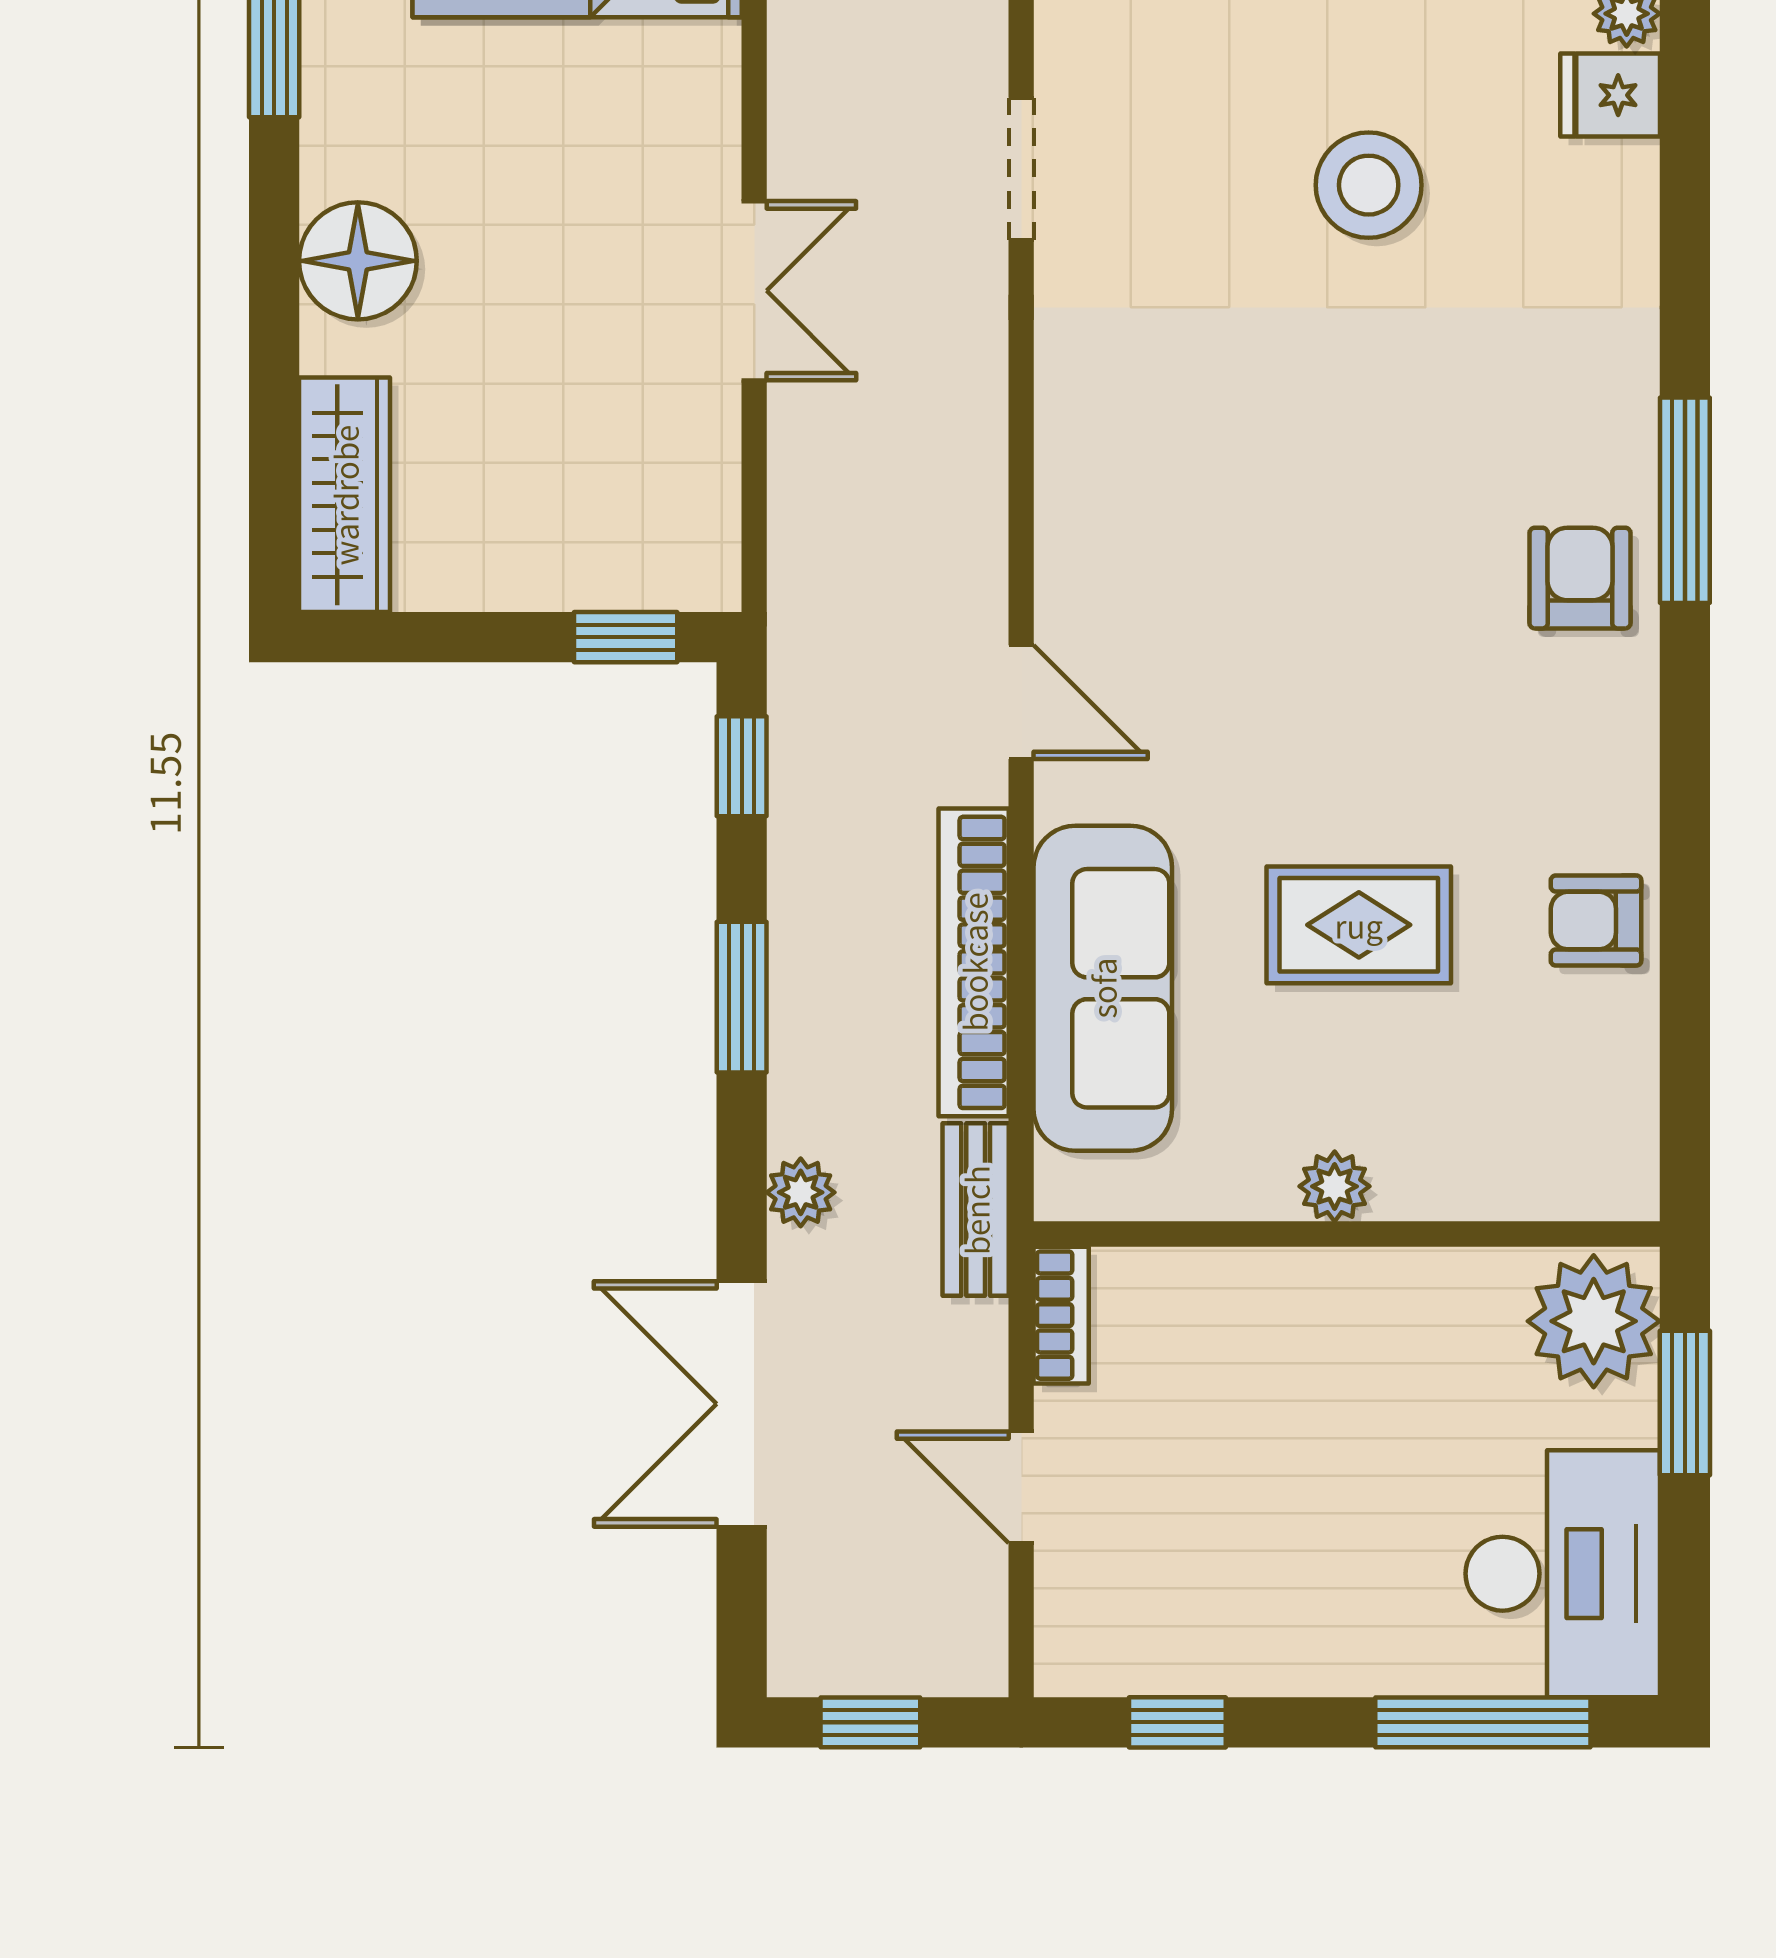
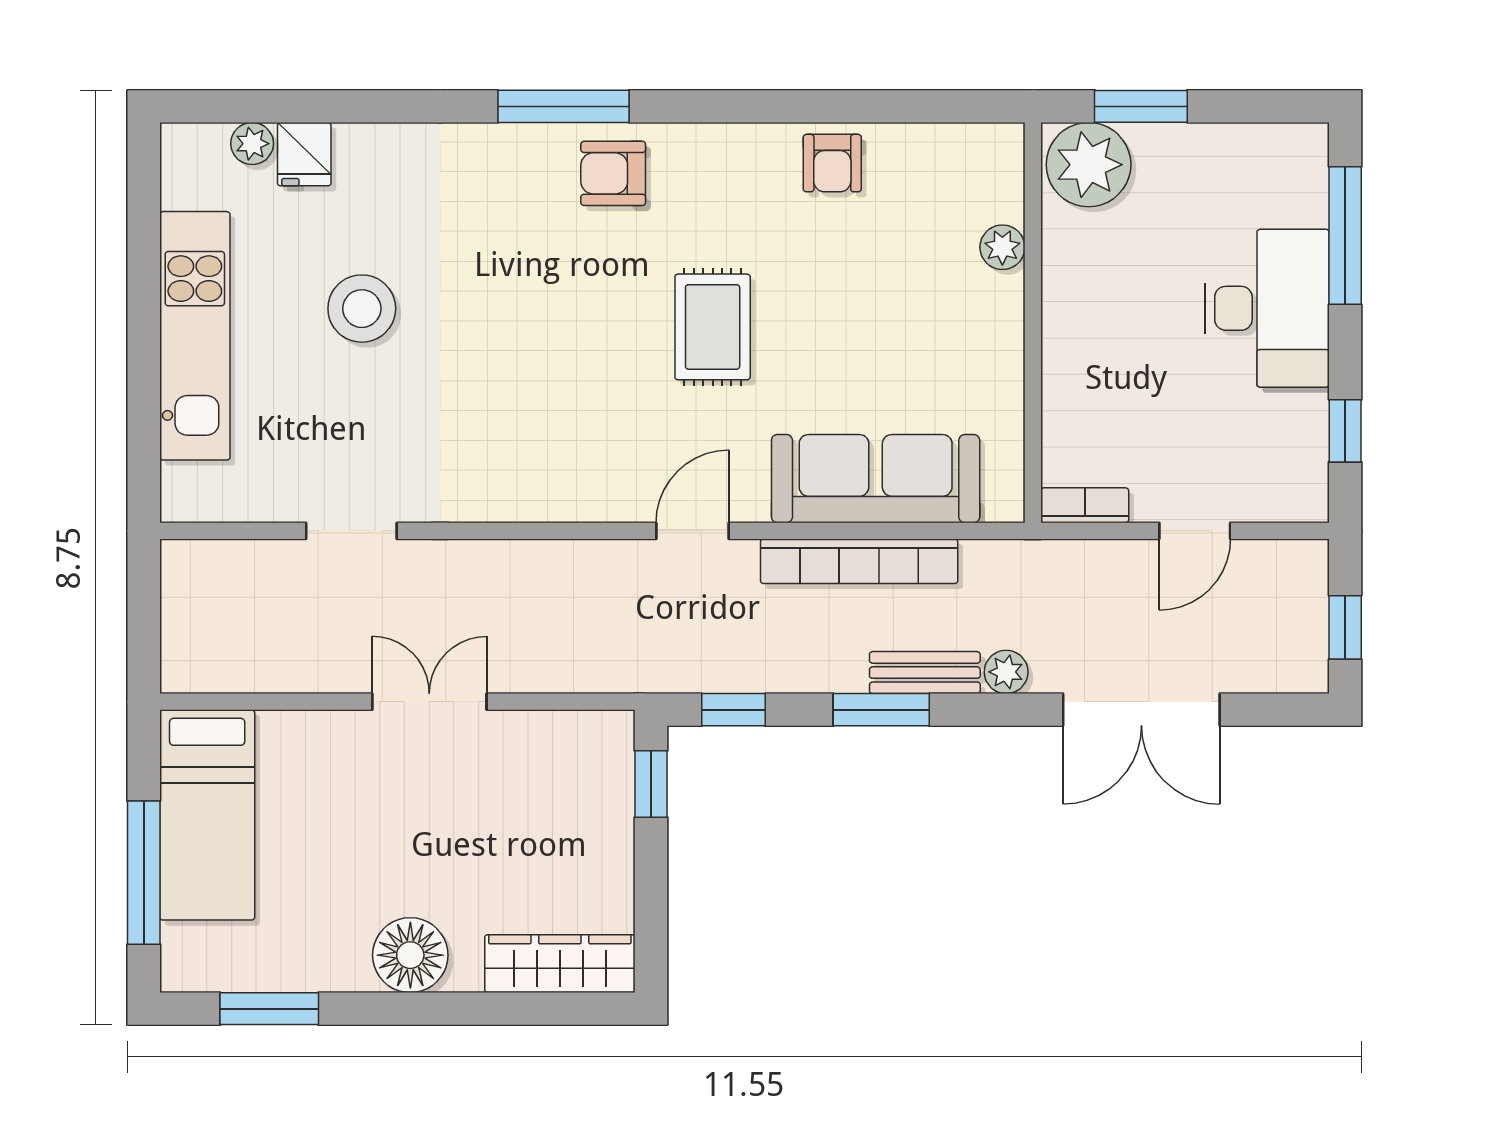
rug: (1359, 925) -> (713, 327), moved
plant: (1335, 1186) -> (1002, 247), moved
bench: (976, 1210) -> (925, 673), moved
desk: (1563, 1574) -> (1267, 308), moved, turned 90

